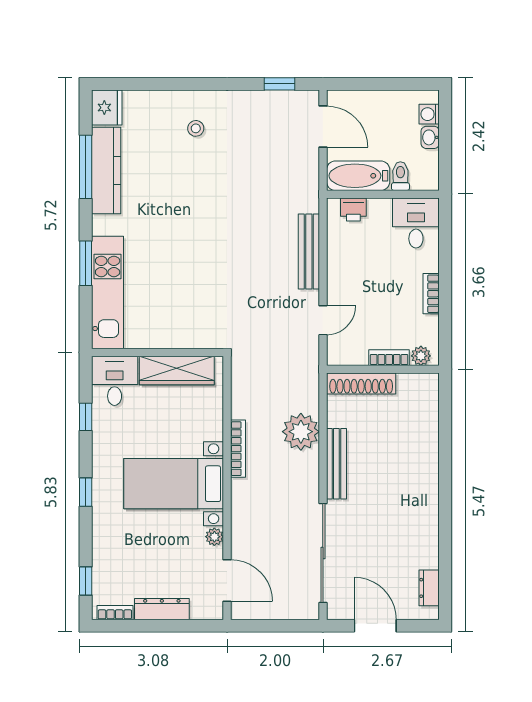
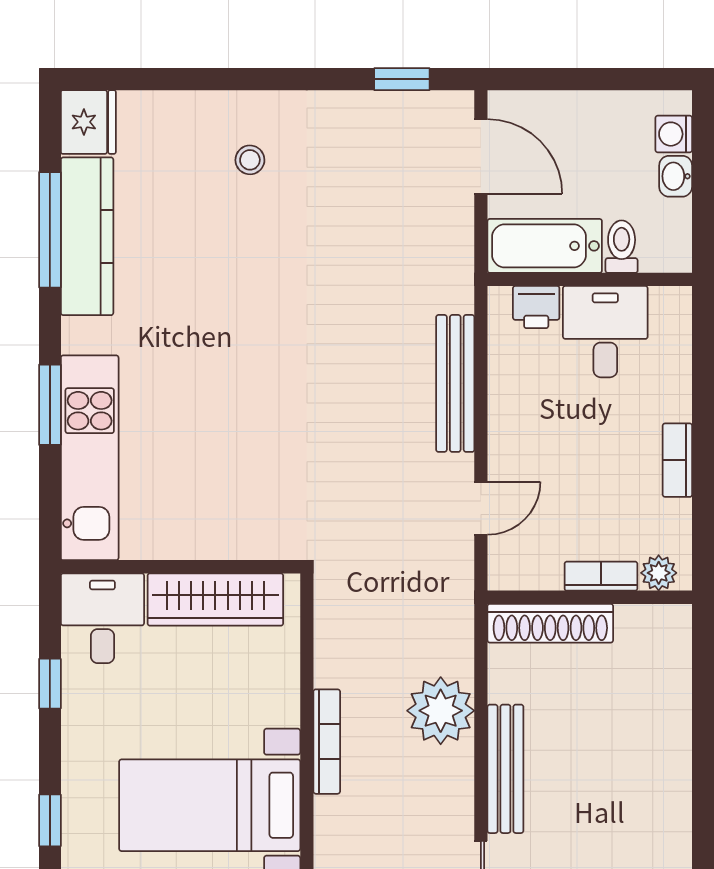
desk: (416, 223) -> (605, 332), moved

